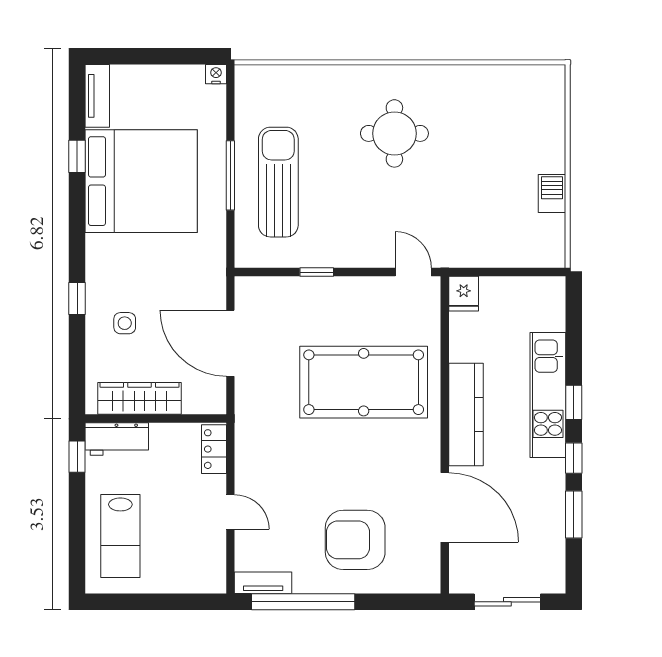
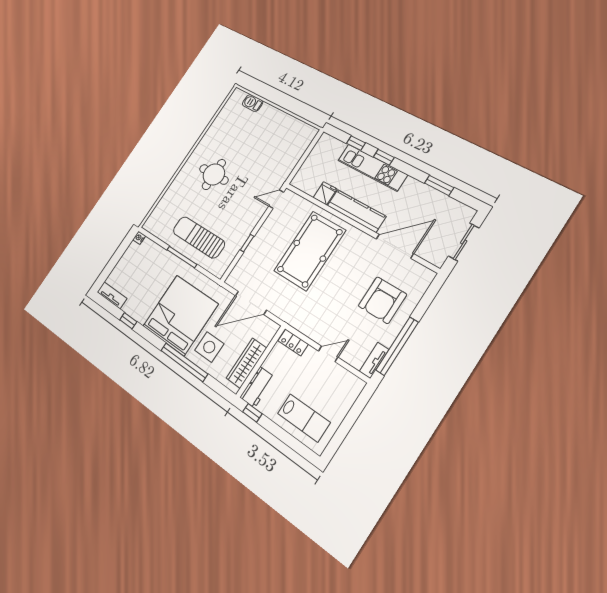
bed: (141, 181) -> (180, 315), moved
barbecue: (552, 194) -> (253, 103), moved
fridge: (464, 294) -> (325, 193), moved, turned -90
window: (77, 299) -> (184, 362), width x3.17
side table: (125, 323) -> (209, 347), width x1.87, depth x1.87
window: (574, 458) -> (356, 143), moved

